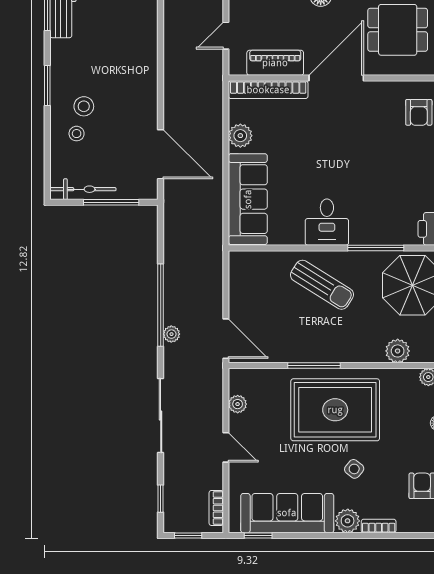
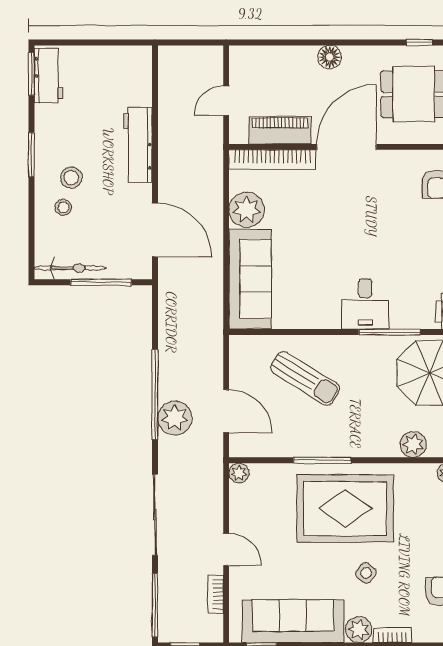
workbench: (145, 76) -> (138, 145), added
plant: (240, 136) -> (247, 210), width x1.36, depth x1.36
desk: (327, 222) -> (365, 304), moved
sun lounger: (322, 285) -> (305, 378), moved
plant: (171, 334) -> (175, 418), width x1.87, depth x1.87
door: (226, 339) -> (226, 411), moved
plant: (238, 404) -> (239, 473), moved
window: (161, 499) -> (155, 605), width x2.17
bookcase: (216, 508) -> (216, 594), moved

